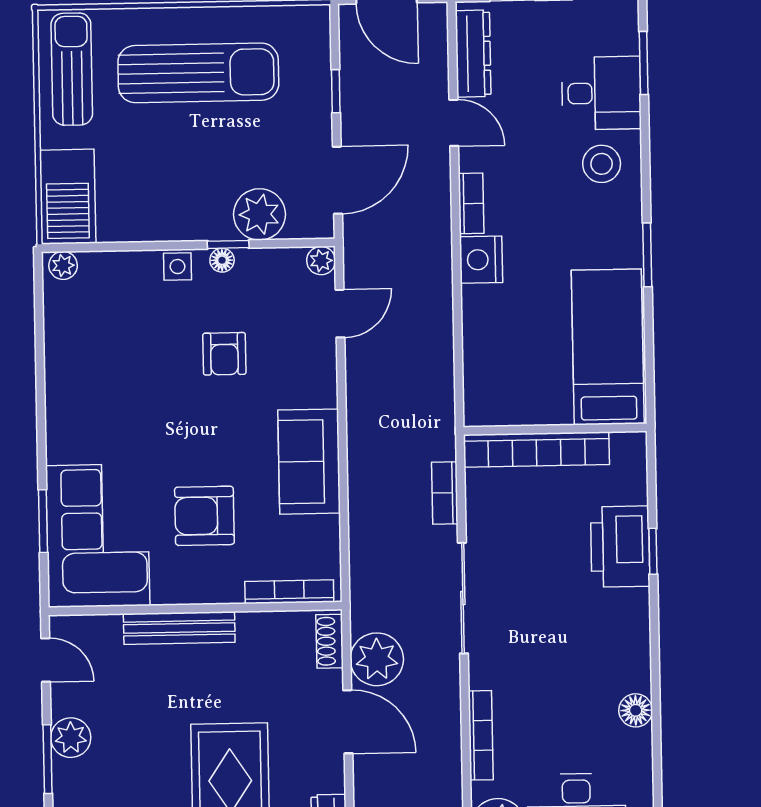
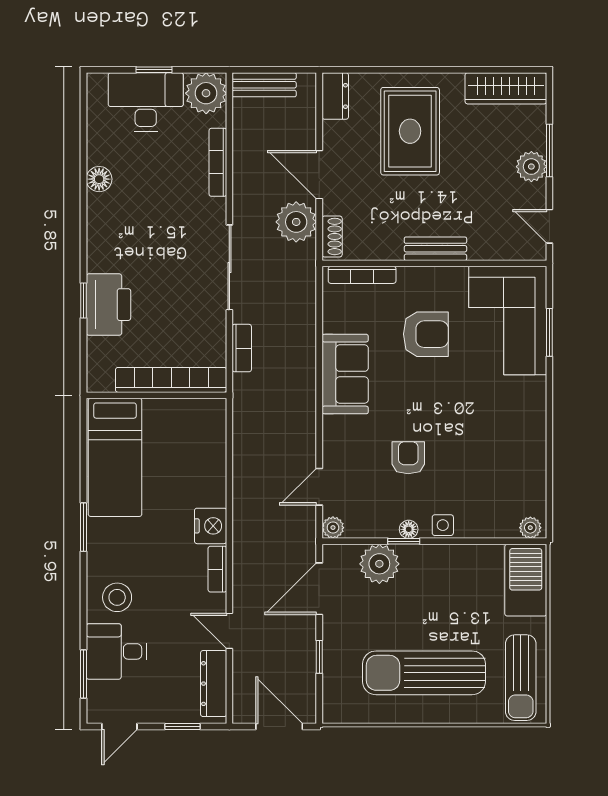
bench: (179, 628) -> (435, 249), width x0.73

